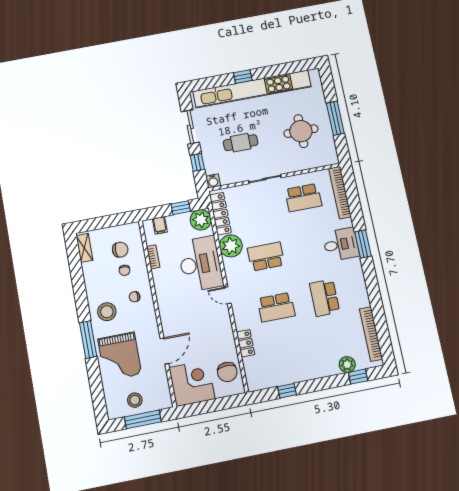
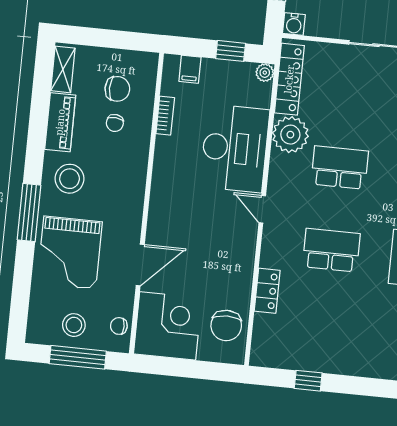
plant: (201, 220) -> (265, 73), width x0.53, depth x0.53
piano: (92, 280) -> (60, 122), added
chair: (135, 297) -> (119, 326), moved
school desk: (276, 307) -> (331, 250), turned 180

